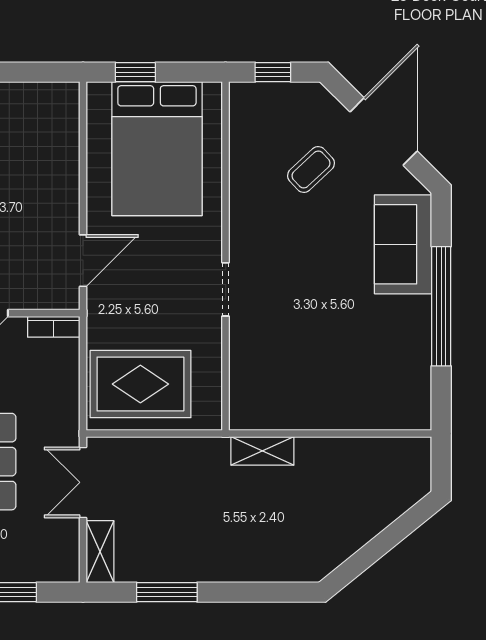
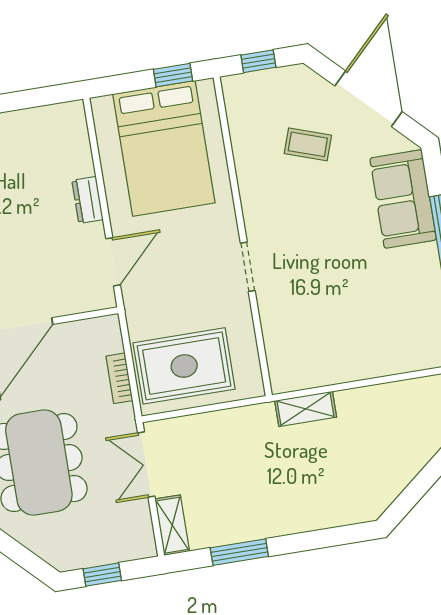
window: (135, 72) -> (173, 75), moved
coffee table: (311, 169) -> (308, 144), turned 62
dresser: (66, 190) -> (87, 200), added
bookcase: (54, 327) -> (119, 378), moved, turned 90

